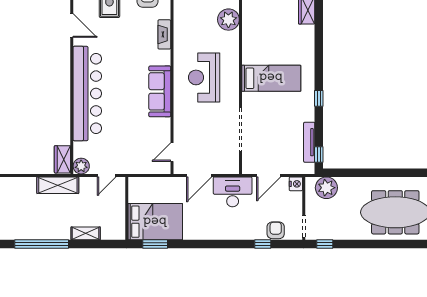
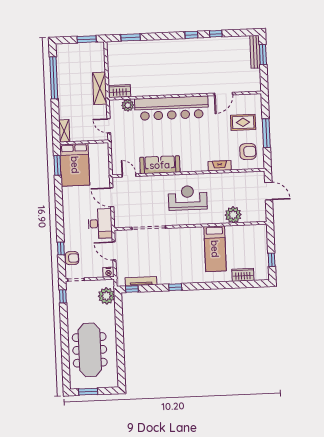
bed: (271, 78) -> (215, 249), moved
sofa: (160, 91) -> (160, 165), moved
plant: (81, 166) -> (128, 105), moved
shelving: (86, 233) -> (64, 131), moved

